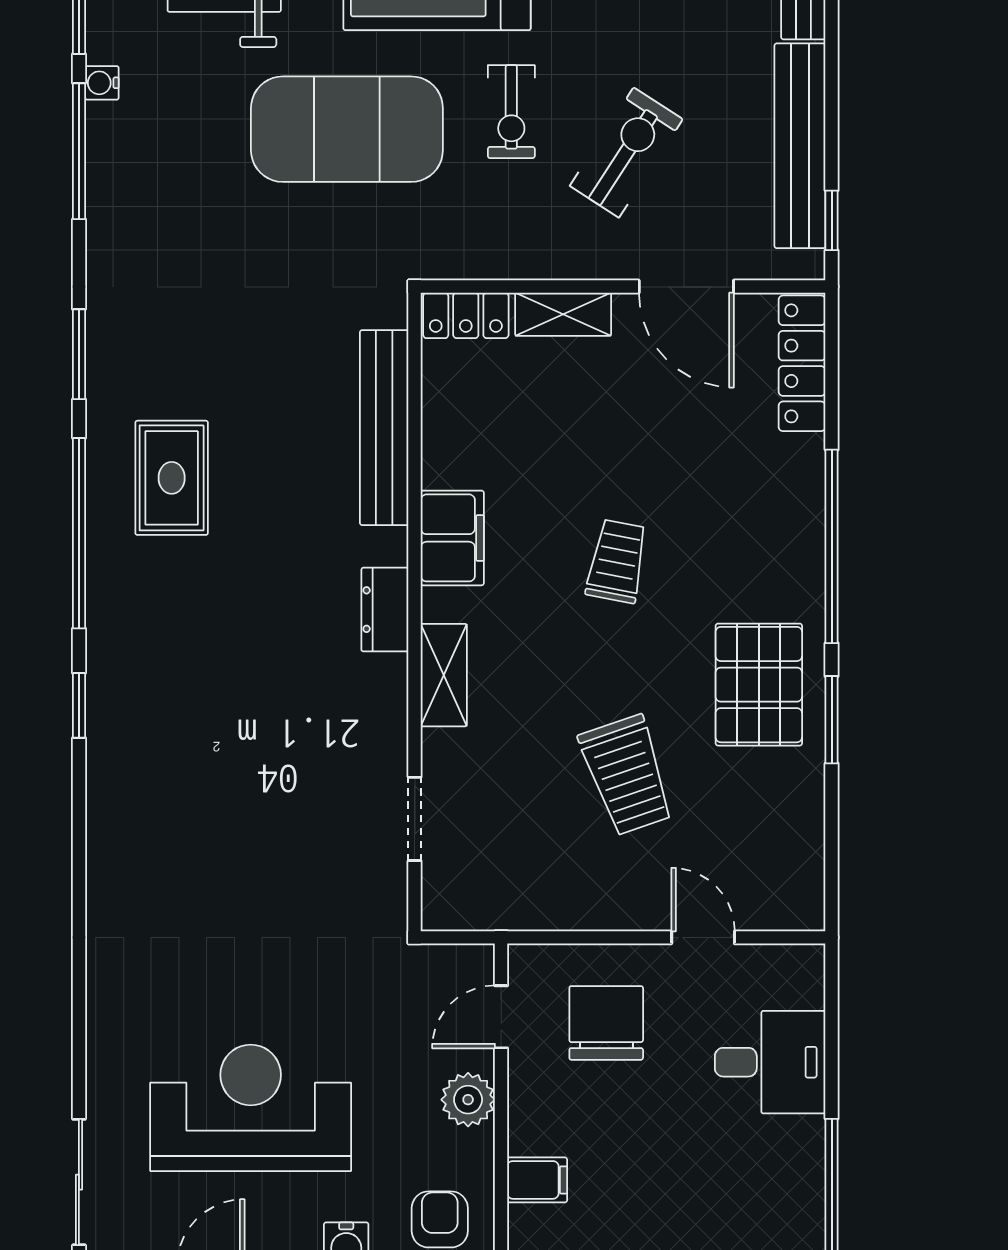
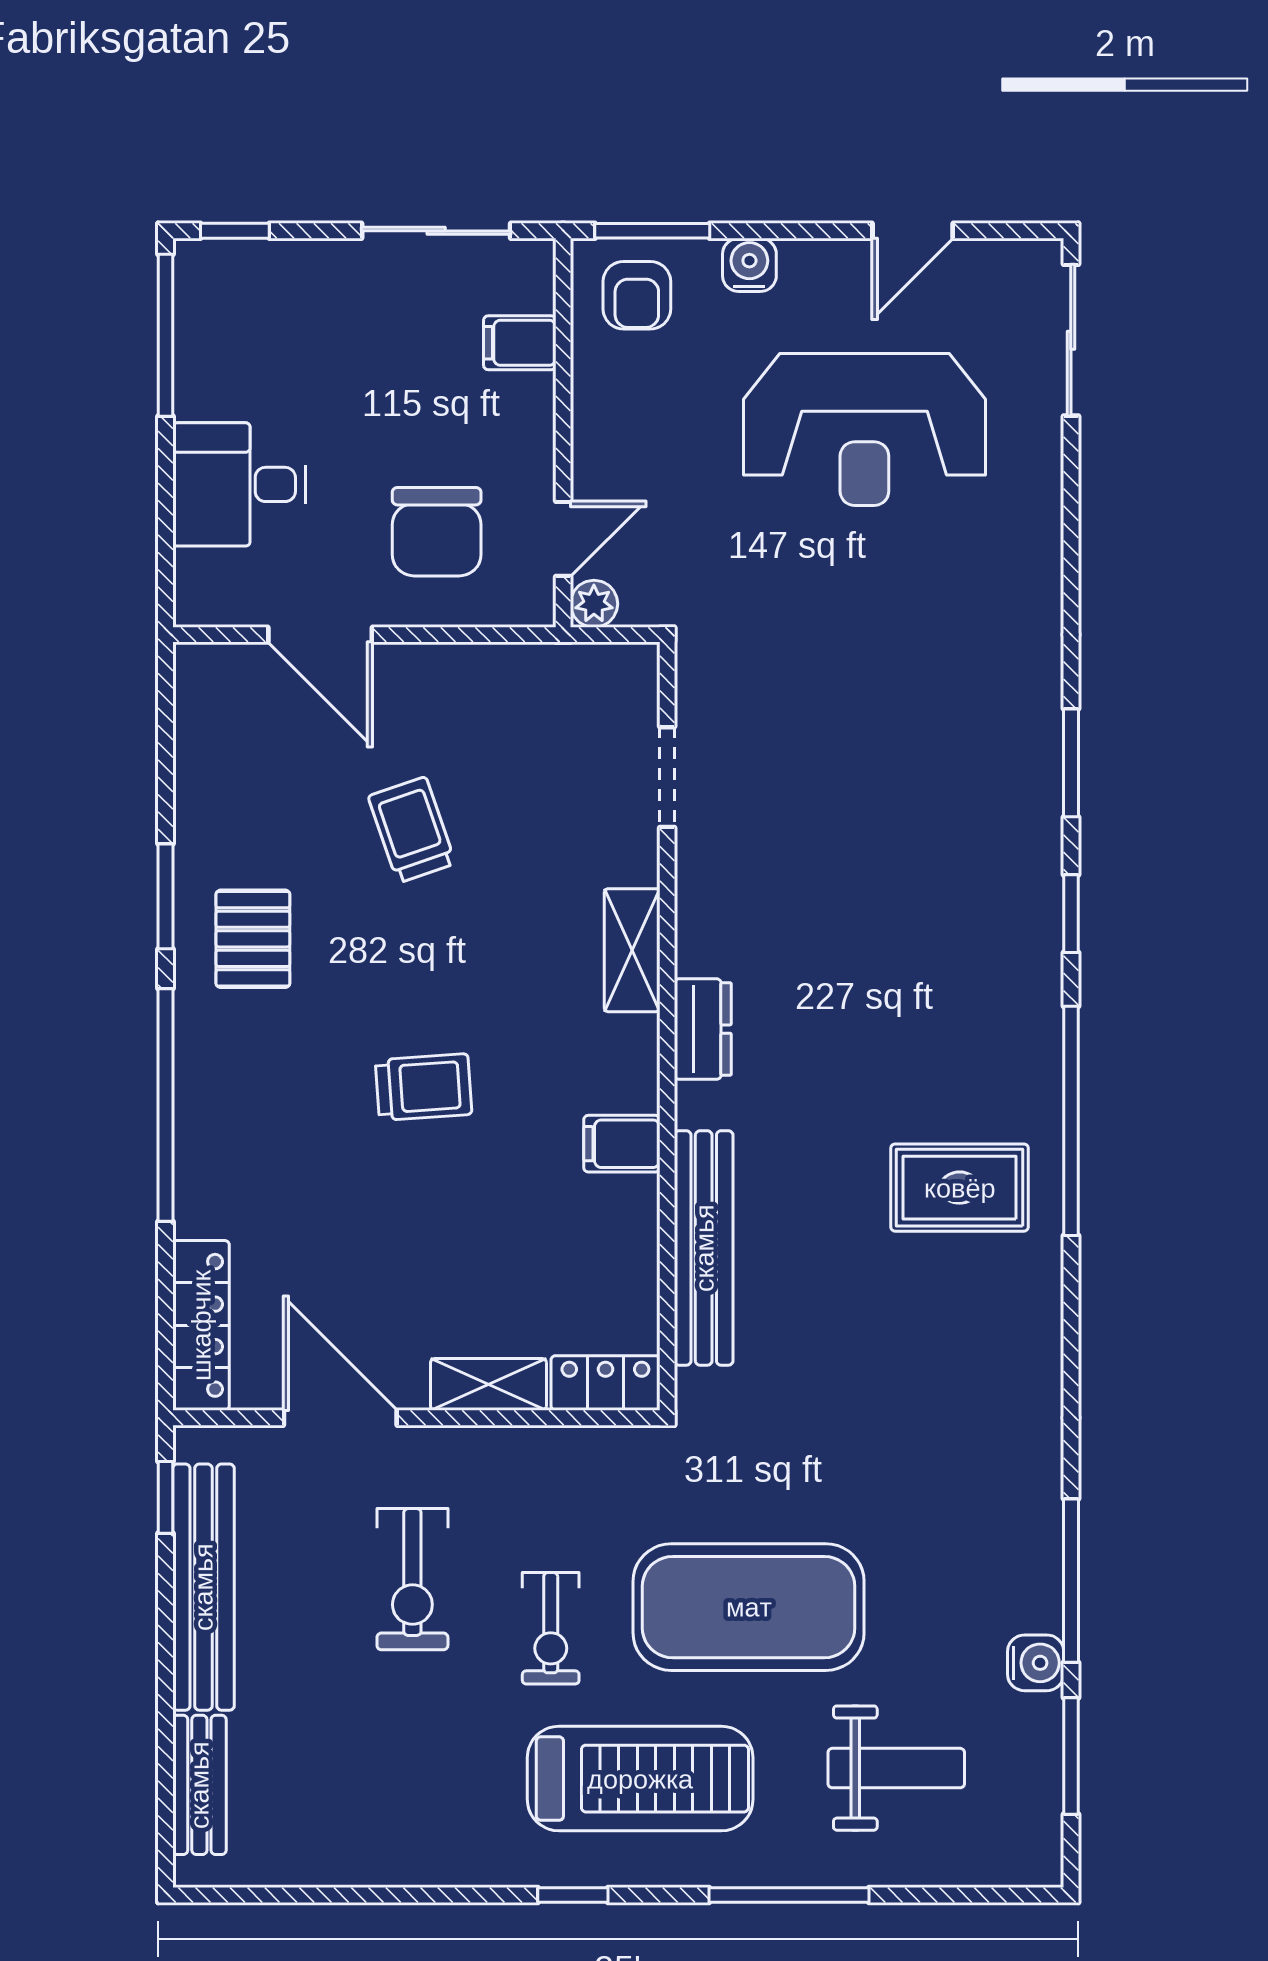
water cooler: (102, 83) -> (1036, 1663), width x1.38, depth x1.38
exercise bike: (511, 112) -> (551, 1628), turned 180
exercise bike: (626, 152) -> (412, 1579), turned -33
window: (79, 354) -> (1071, 763), moved
rug: (172, 478) -> (960, 1188), turned 90
filing cabinet: (452, 538) -> (622, 1144), width x0.50
trolley: (617, 561) -> (424, 1087), turned -105
pallet: (759, 685) -> (253, 939), width x0.67, depth x0.71
trolley: (627, 775) -> (412, 830), width x0.73, depth x0.72
door: (703, 937) -> (320, 635), width x1.38
plant: (468, 1100) -> (594, 604), moved, width x0.73, depth x0.73

